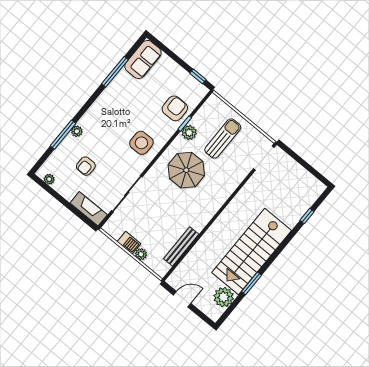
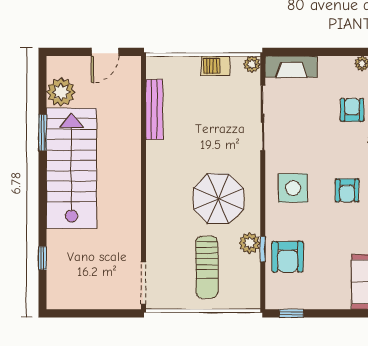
armchair: (114, 118) -> (347, 190), added
armchair: (86, 166) -> (352, 110), moved
plant: (141, 254) -> (252, 64), moved

